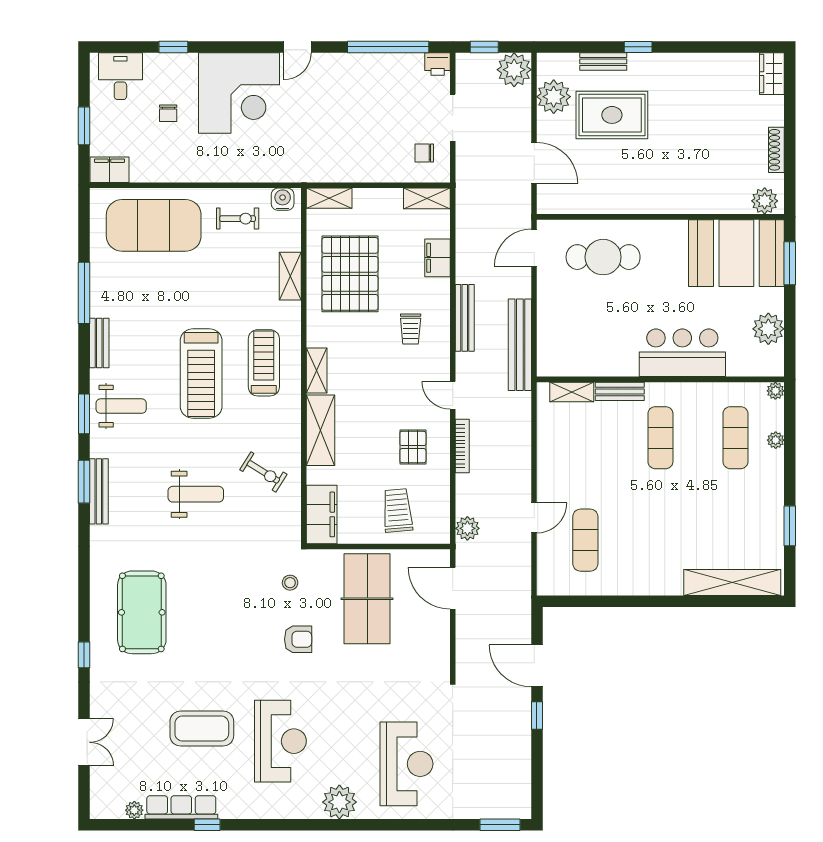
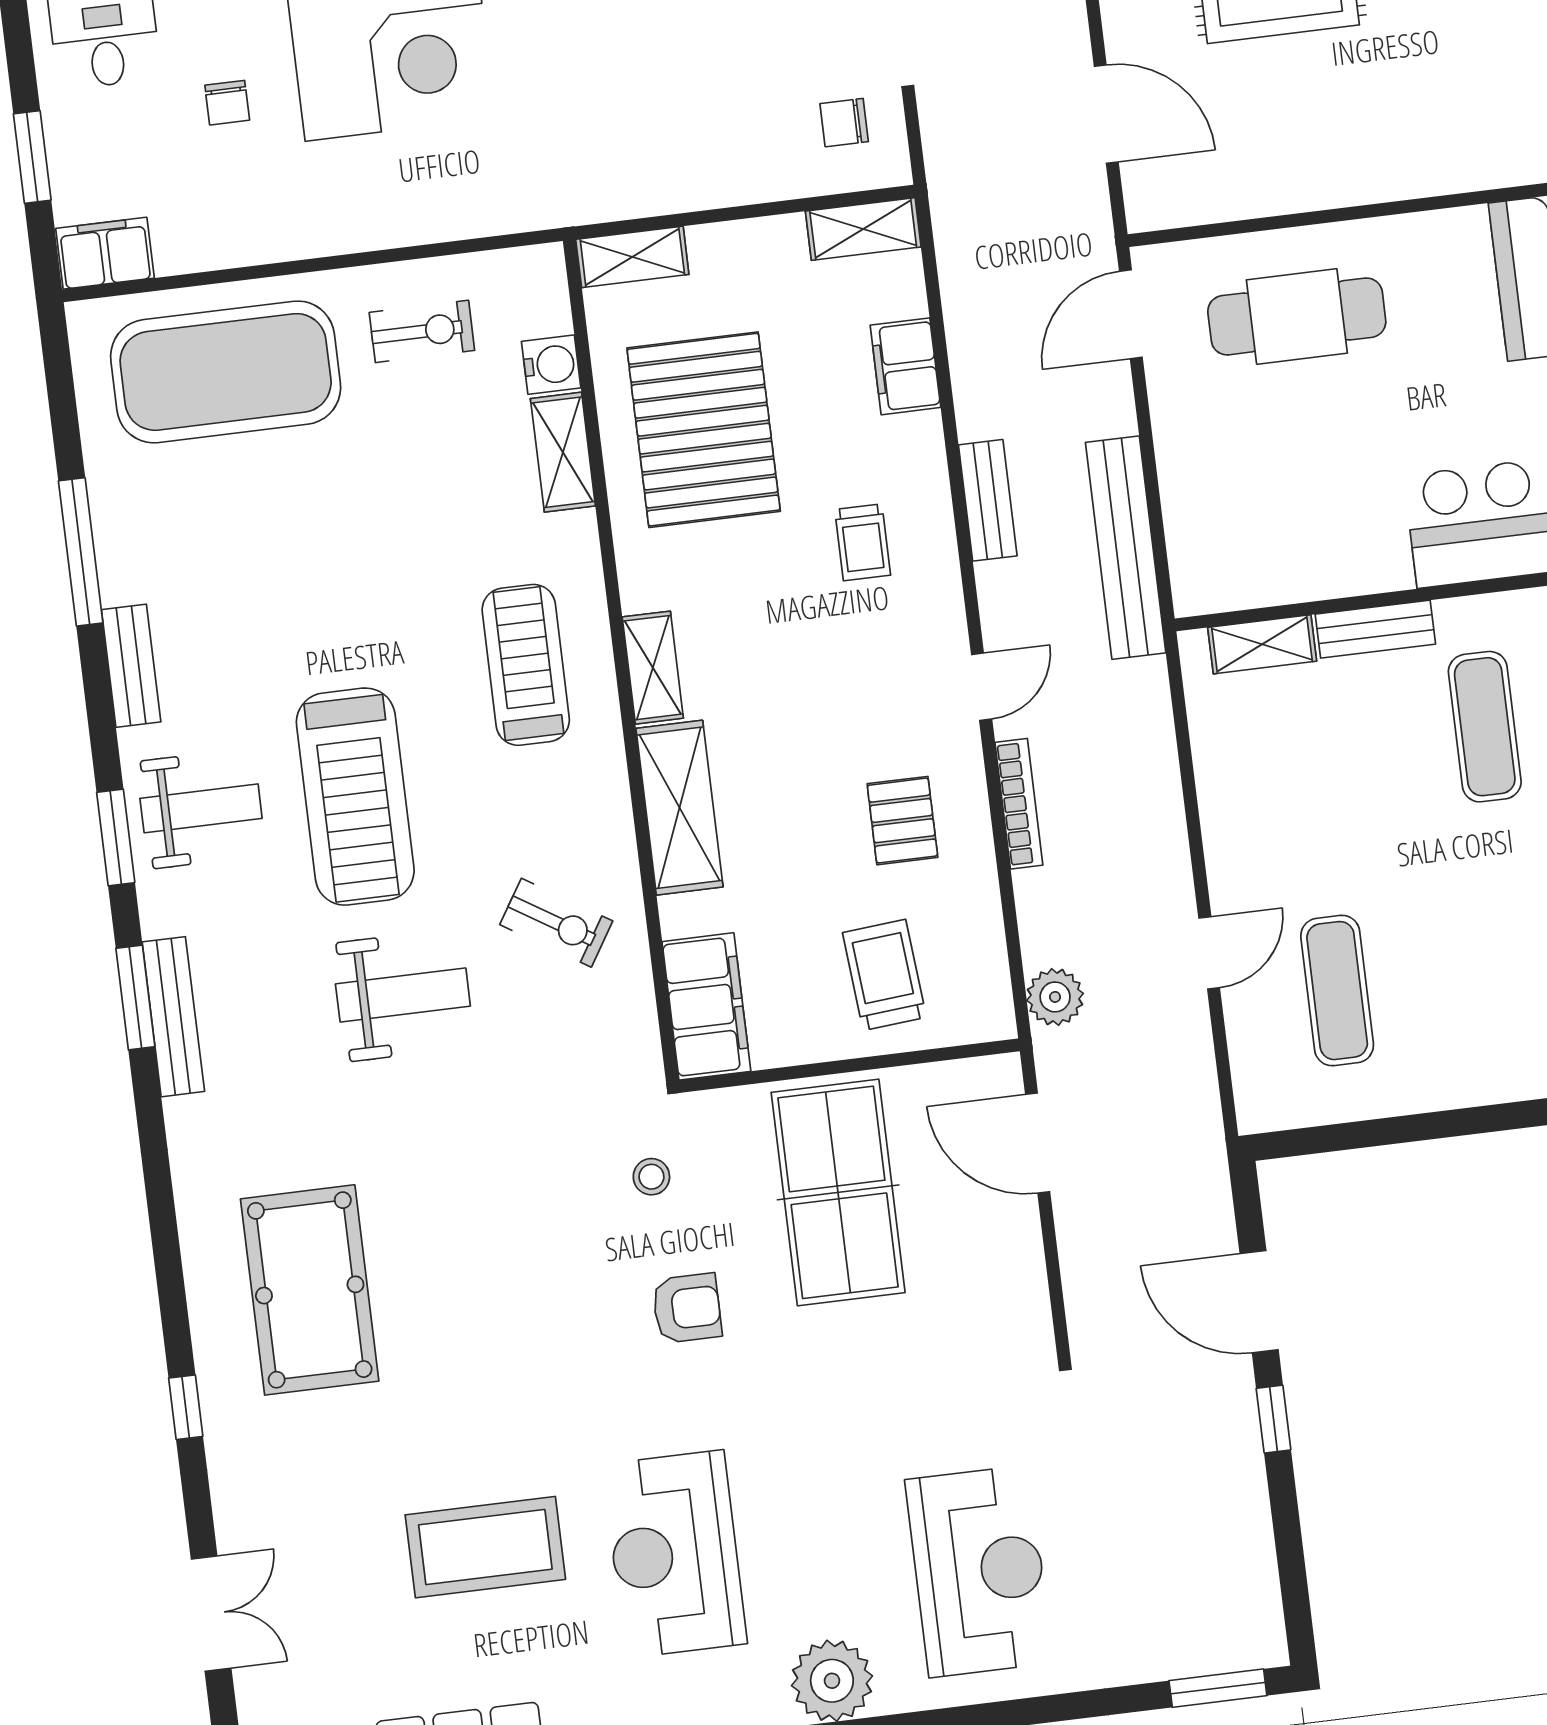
water cooler: (283, 199) -> (551, 365), moved, turned 90
bench: (465, 318) -> (988, 500), width x0.73
treadmill: (201, 374) -> (355, 797), moved
door: (453, 395) -> (982, 687), swing flipped
reception desk: (280, 741) -> (675, 1554), turned 180

